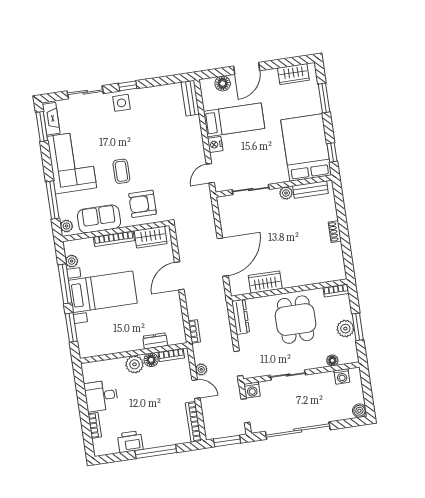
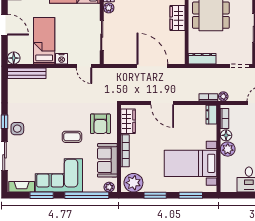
floor lamp: (223, 83) -> (14, 58), moved
bench: (190, 98) -> (27, 73), width x1.36
window: (42, 126) -> (42, 195), moved
window: (53, 200) -> (87, 195), width x1.46
plant: (72, 261) -> (133, 183), width x1.88, depth x1.88
wardrobe: (265, 282) -> (177, 18), moved
window: (65, 284) -> (155, 195), width x0.69
bed with nightstands: (103, 292) -> (191, 163), moved, turned -90
dresser: (155, 341) -> (211, 115), moved
plant: (201, 369) -> (223, 96), moved

